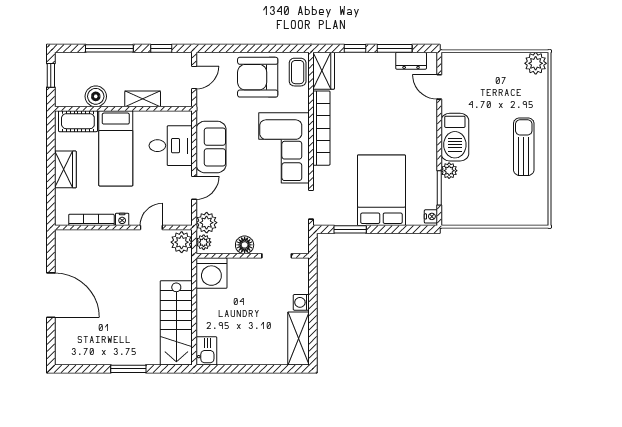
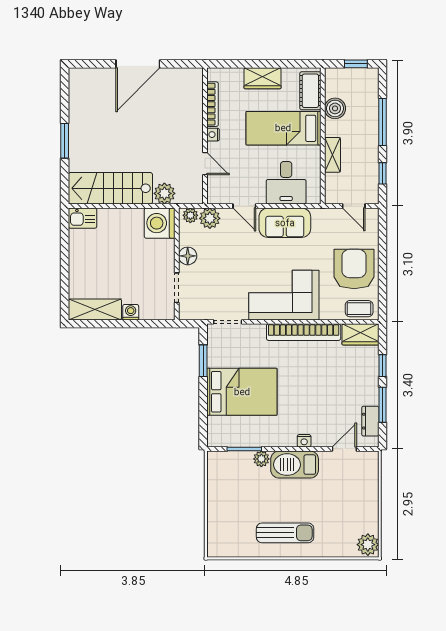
nightstand: (431, 216) -> (304, 441), moved
plant: (182, 242) -> (164, 193), moved

